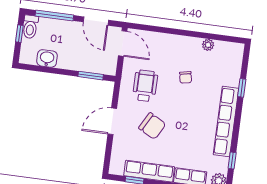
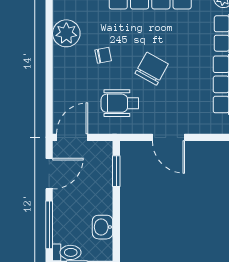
plant: (208, 45) -> (66, 33), width x1.88, depth x1.88
chair: (152, 126) -> (152, 69), moved

